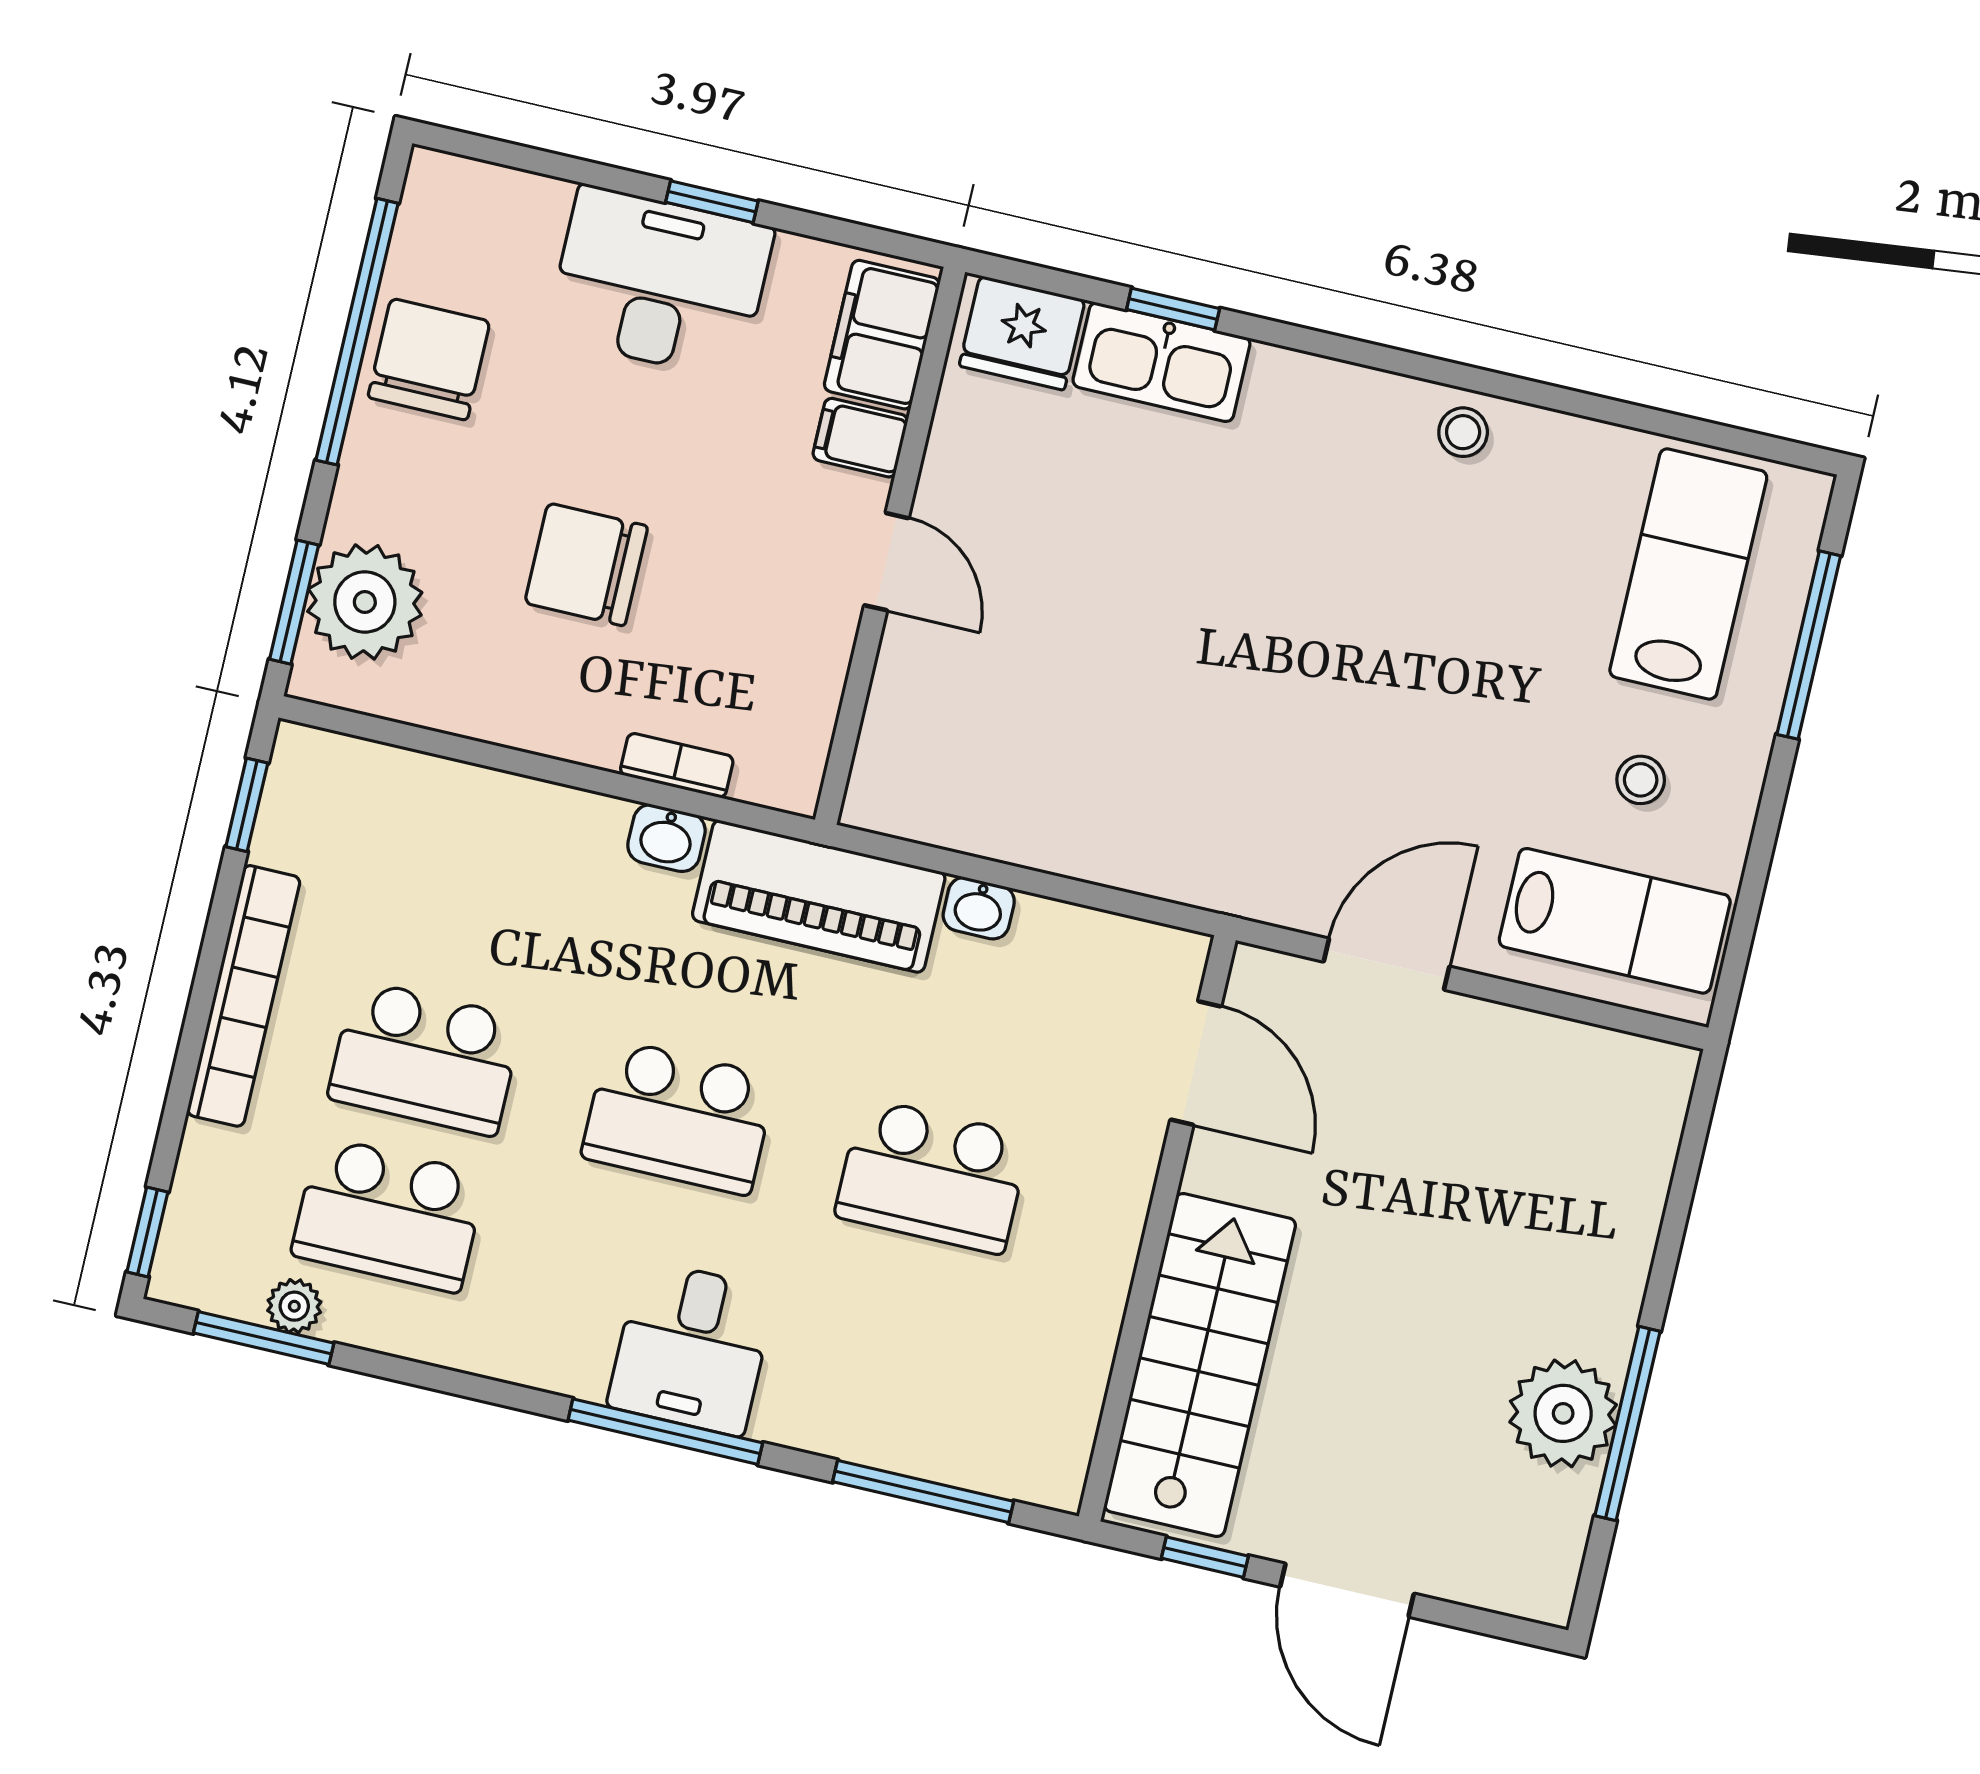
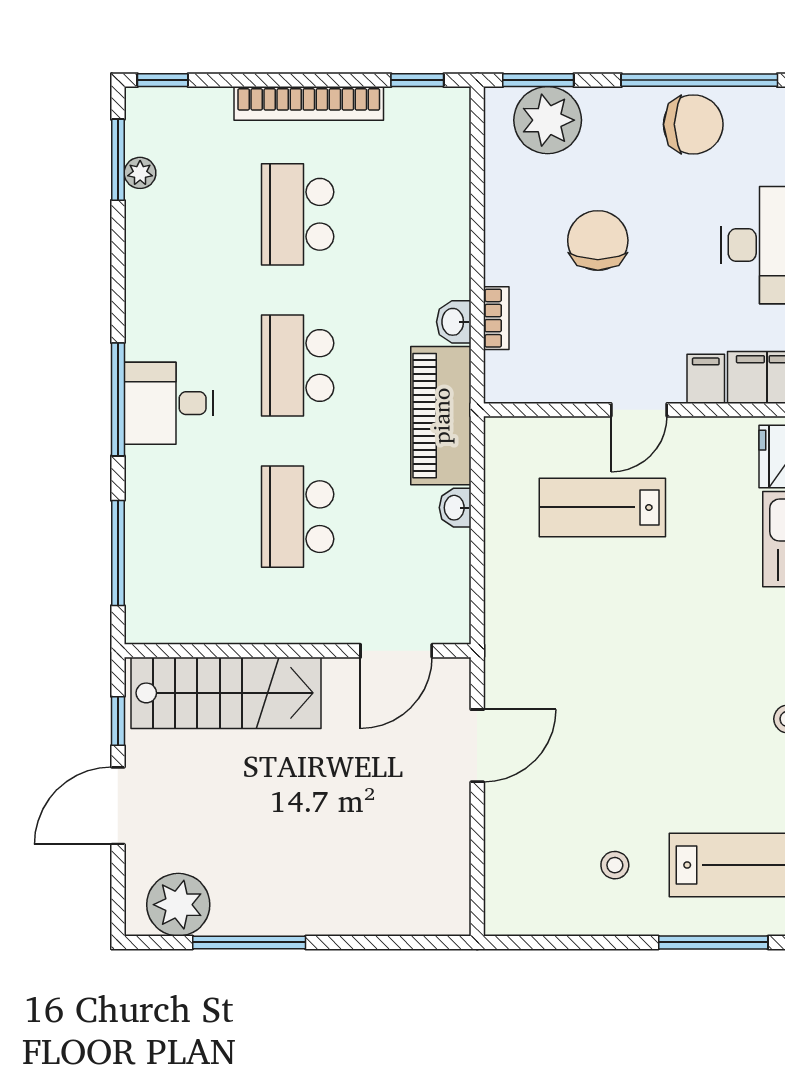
lab bench: (1615, 921) -> (602, 507), moved, turned 90
door: (1387, 964) -> (477, 746), hinge flipped
school desk: (389, 1215) -> (204, 214), removed
plant: (1563, 1413) -> (178, 905), moved

